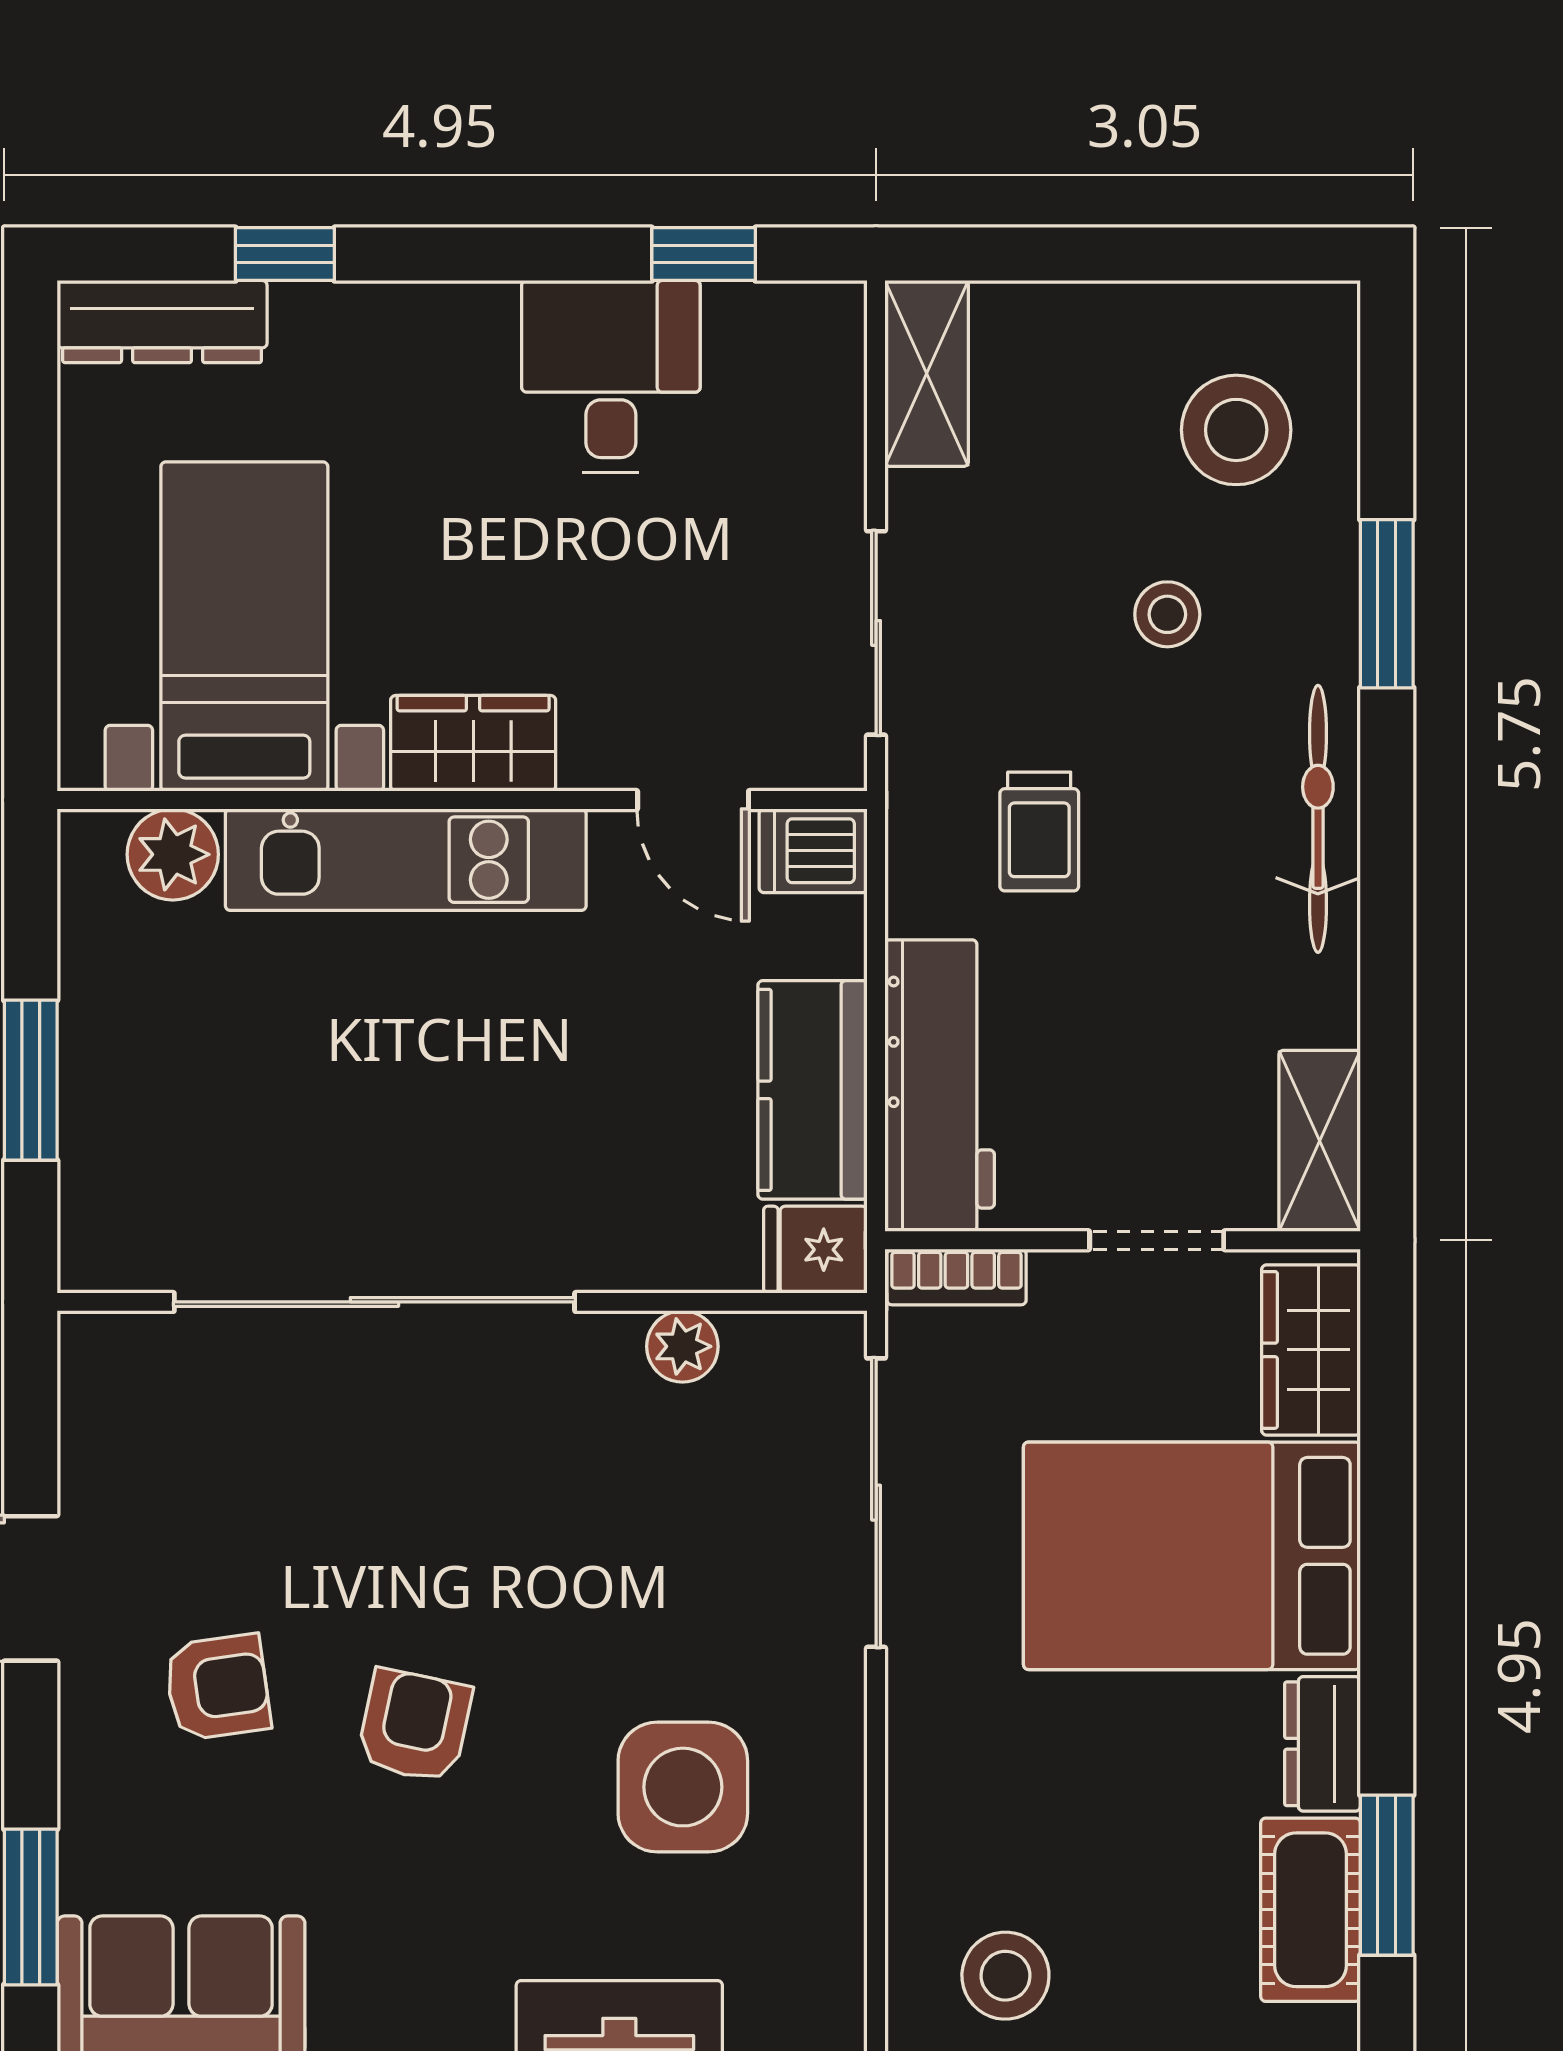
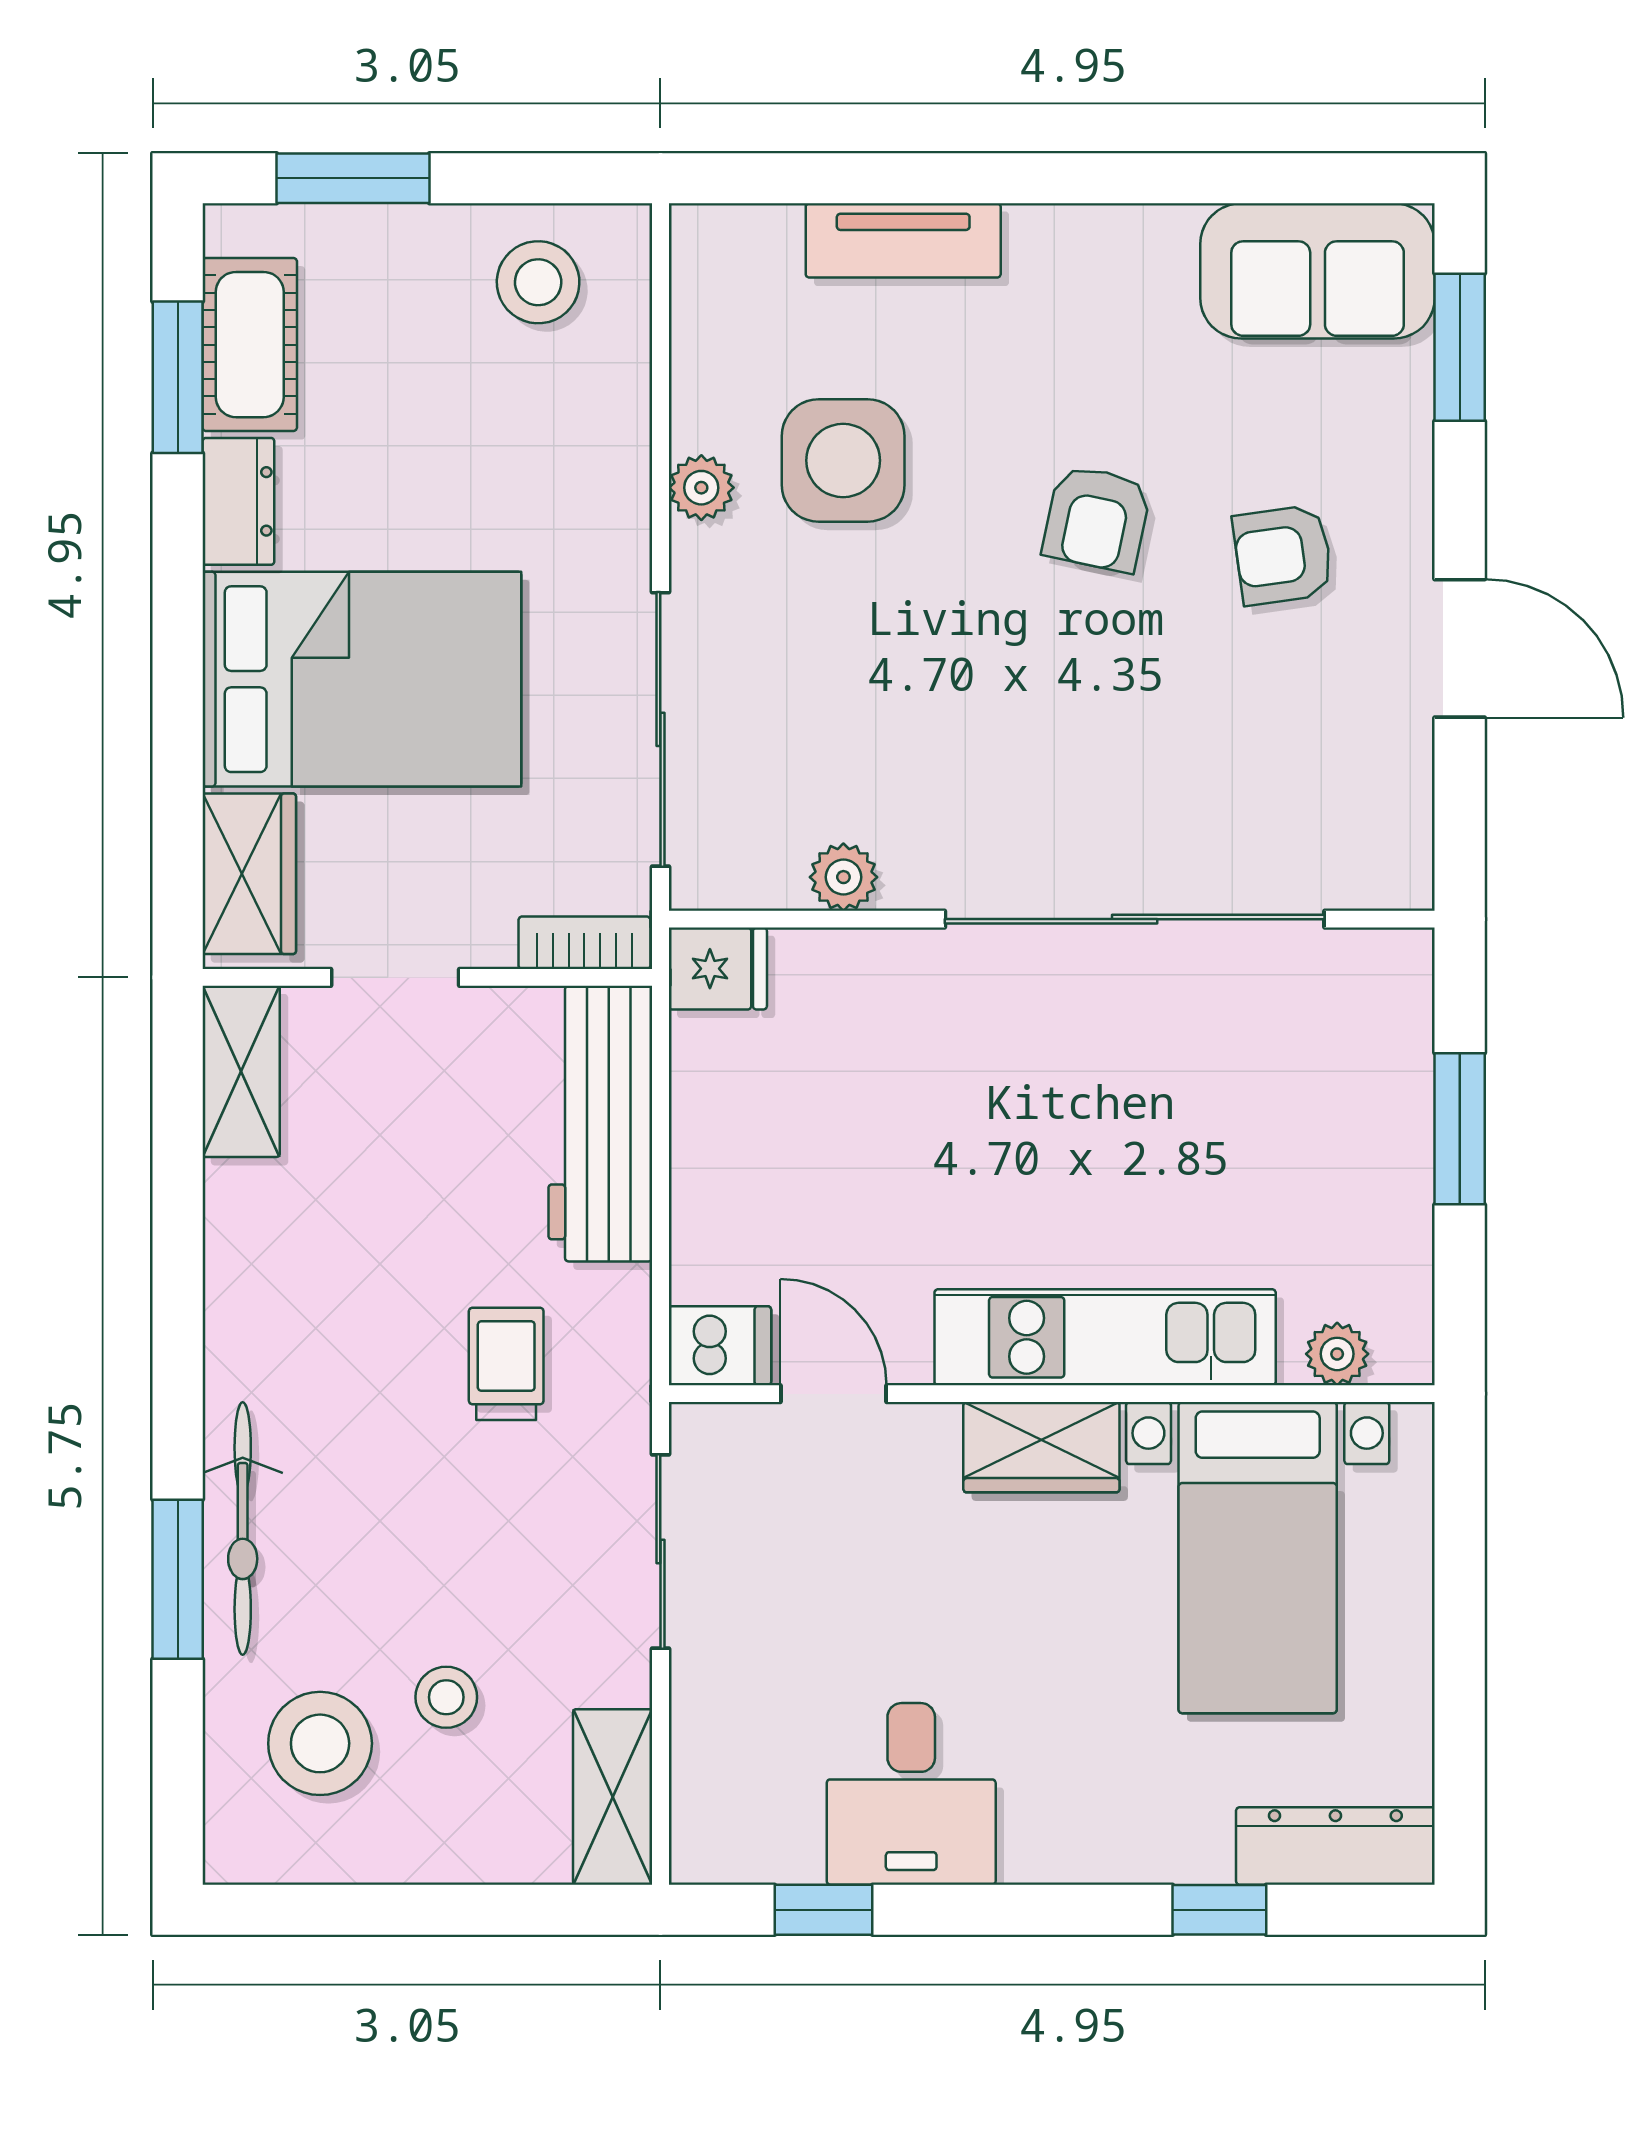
stool: (1167, 614) -> (446, 1697), moved
bicycle: (1318, 819) -> (243, 1528), moved
plant: (173, 854) -> (1337, 1354), width x0.73, depth x0.73
kitchen counter: (813, 1090) -> (720, 1120), removed
plant: (833, 1758) -> (701, 488), added

